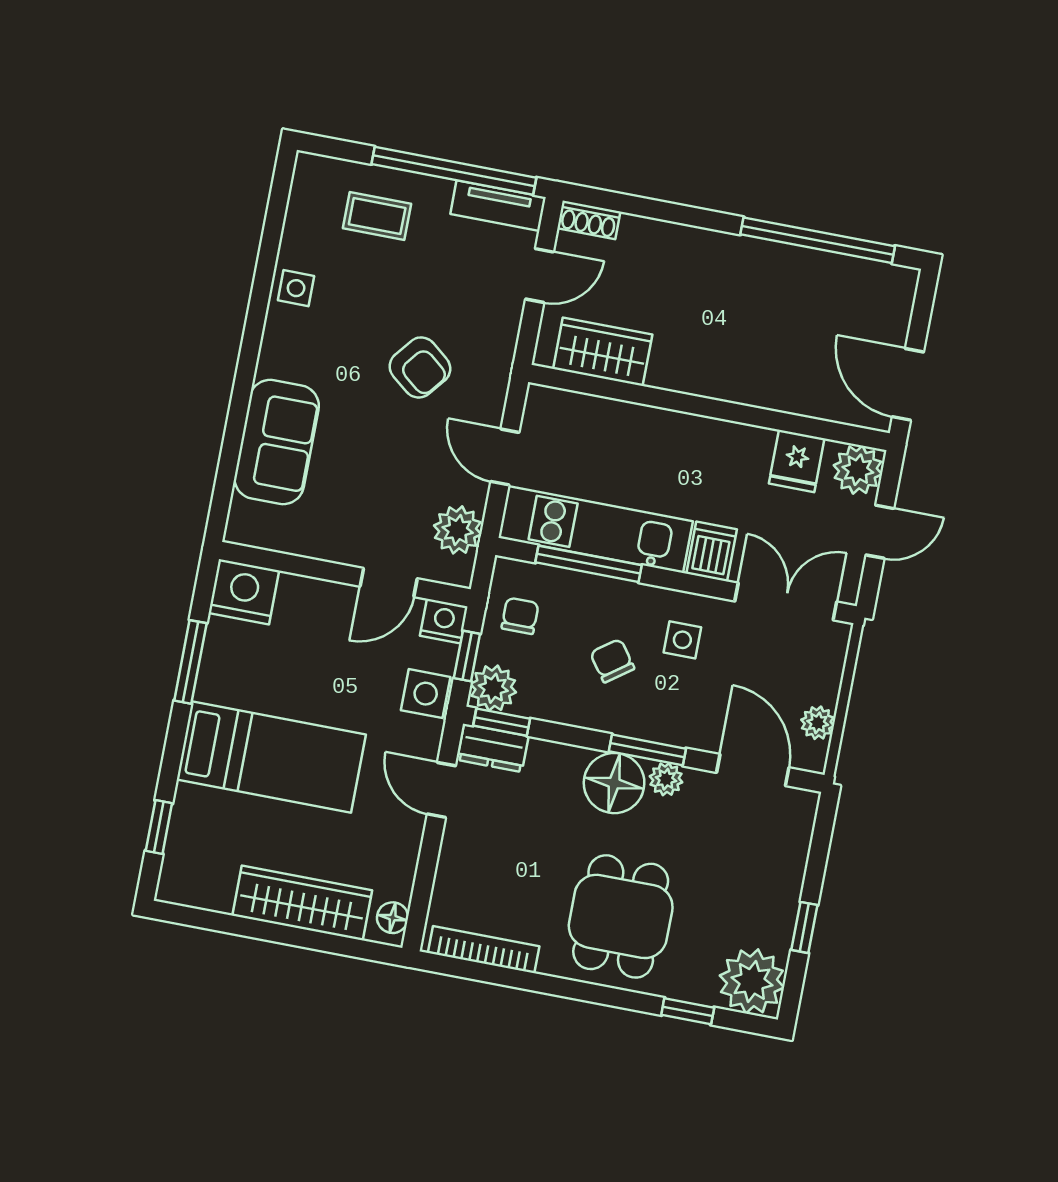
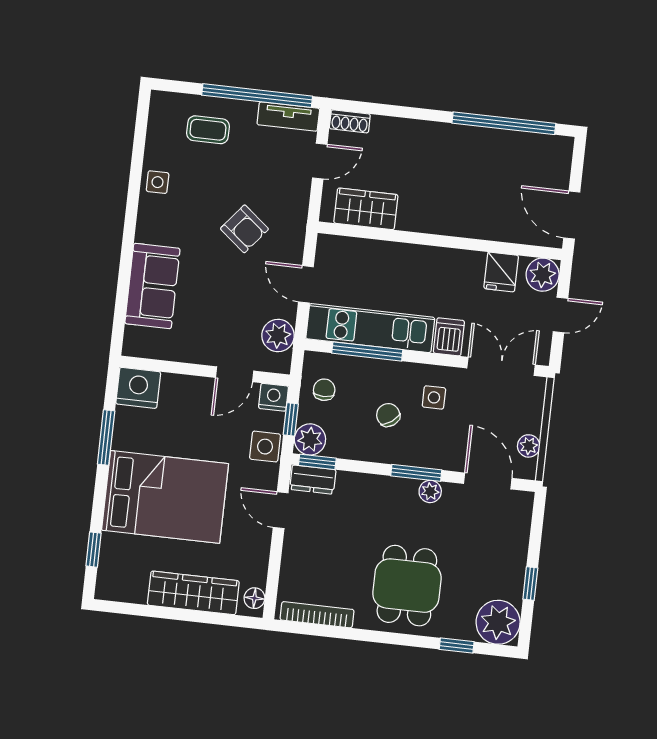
bed: (271, 757) -> (165, 497), width x1.50
floor lamp: (614, 783) -> (396, 497), removed

